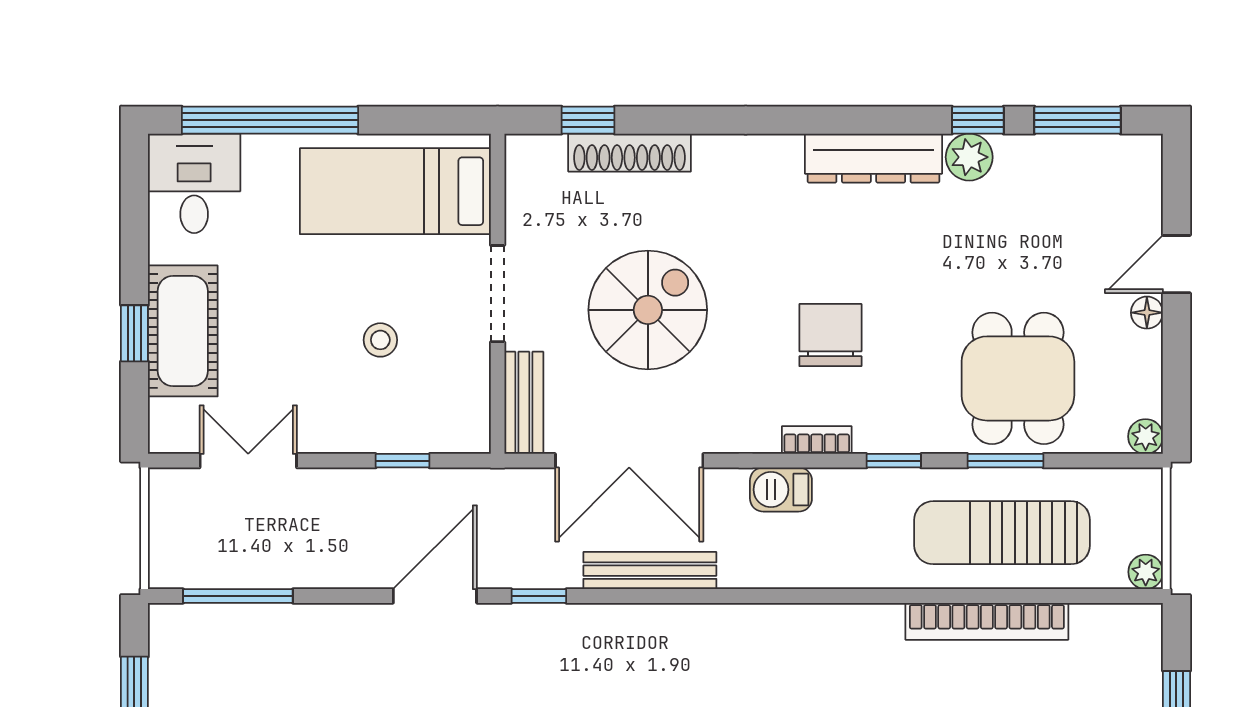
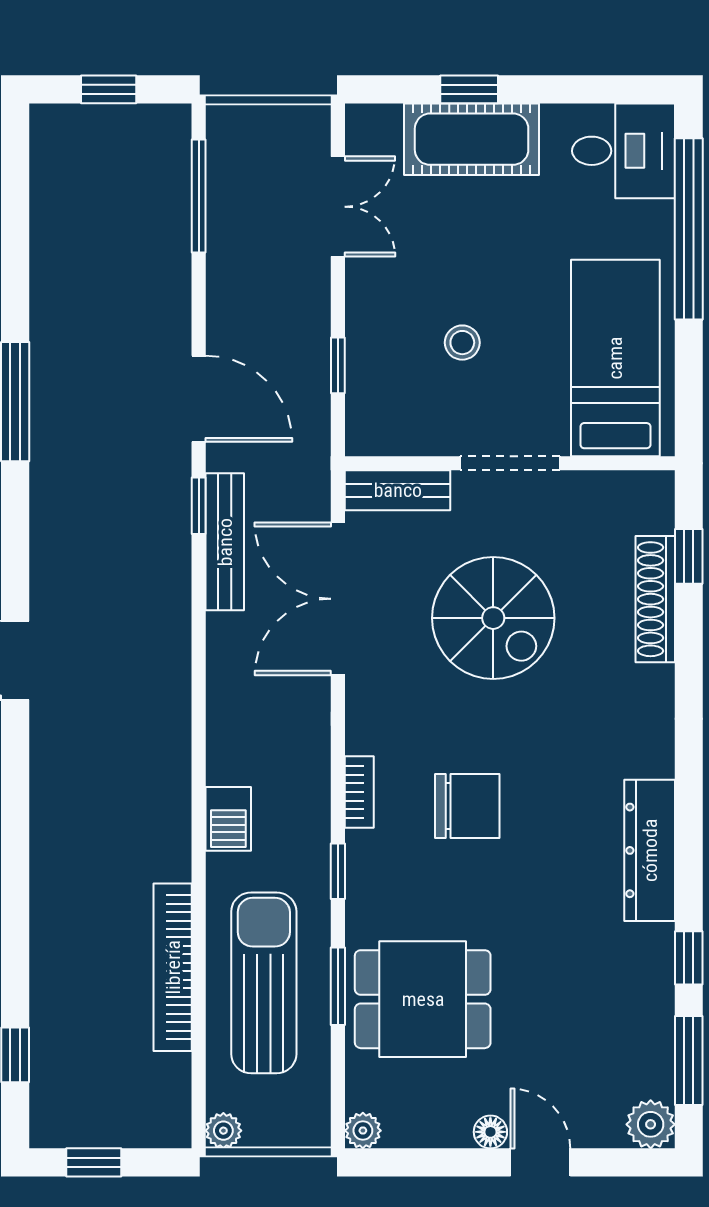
plant: (969, 157) -> (651, 1124), moved
barbecue: (781, 490) -> (228, 819), moved, turned 180
bench: (650, 571) -> (225, 542), moved

